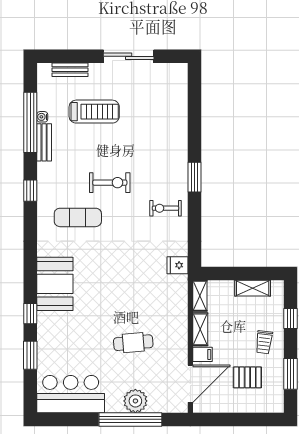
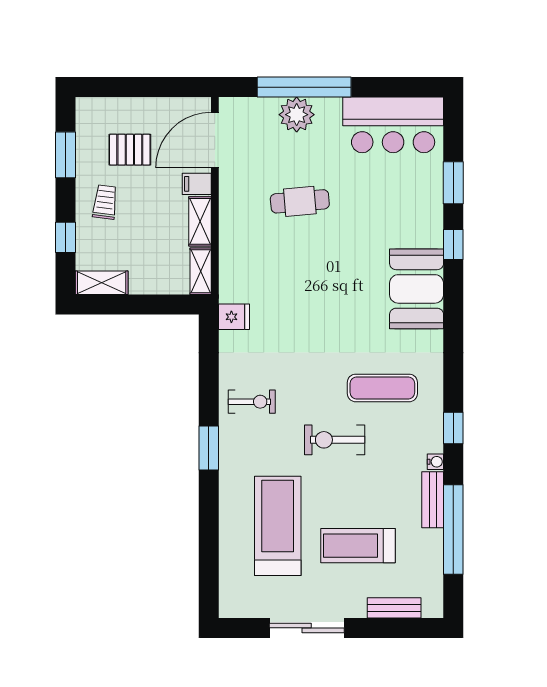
water cooler: (42, 117) -> (435, 462), moved
treadmill: (148, 125) -> (278, 526), added
shelving: (253, 288) -> (102, 283), moved

